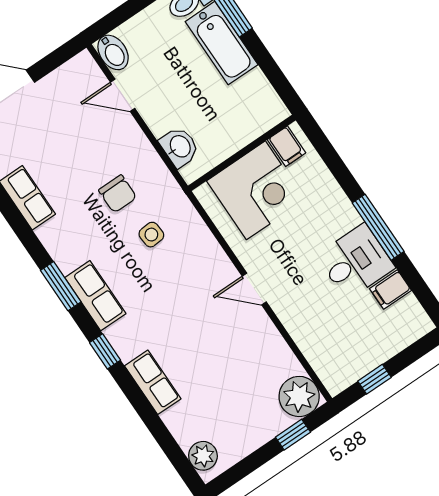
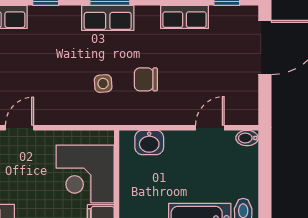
bidet: (113, 52) -> (247, 138), width x0.72, depth x0.74
row of seats: (95, 296) -> (108, 18), moved

